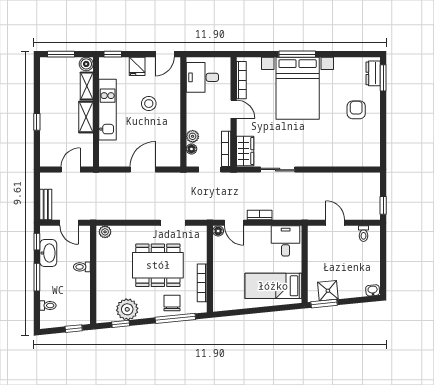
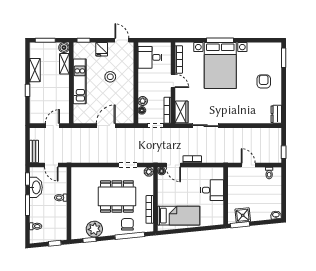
door: (165, 54) -> (122, 40), swing flipped
dresser: (373, 73) -> (276, 114), moved
shelving: (86, 117) -> (35, 70), moved
plant: (105, 232) -> (149, 172), moved
desk: (286, 241) -> (212, 190), moved, turned 90
bed: (273, 286) -> (179, 216), moved, turned 180

